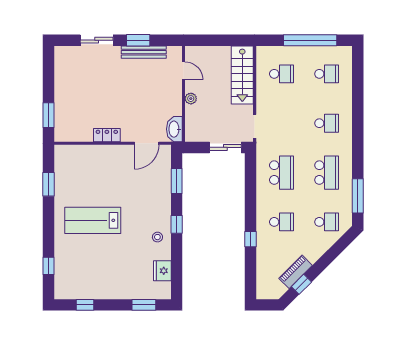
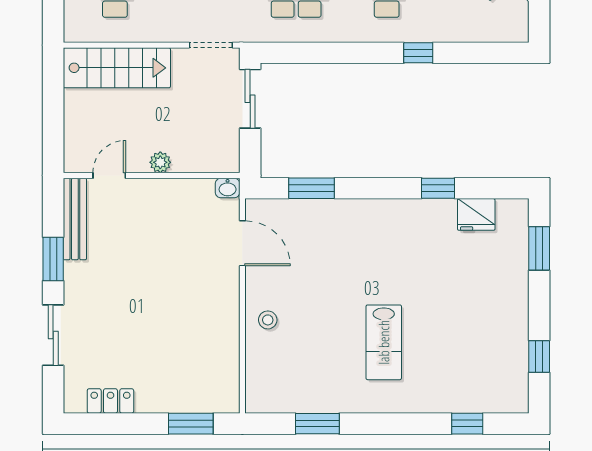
bench: (144, 52) -> (75, 219), moved
washbasin: (174, 129) -> (228, 188), width x0.52, depth x0.69
locker: (107, 135) -> (110, 401), moved, turned 90
lab bench: (93, 220) -> (384, 342), width x0.73, depth x0.72
window: (177, 224) -> (438, 188), moved
stool: (157, 237) -> (268, 320), moved

